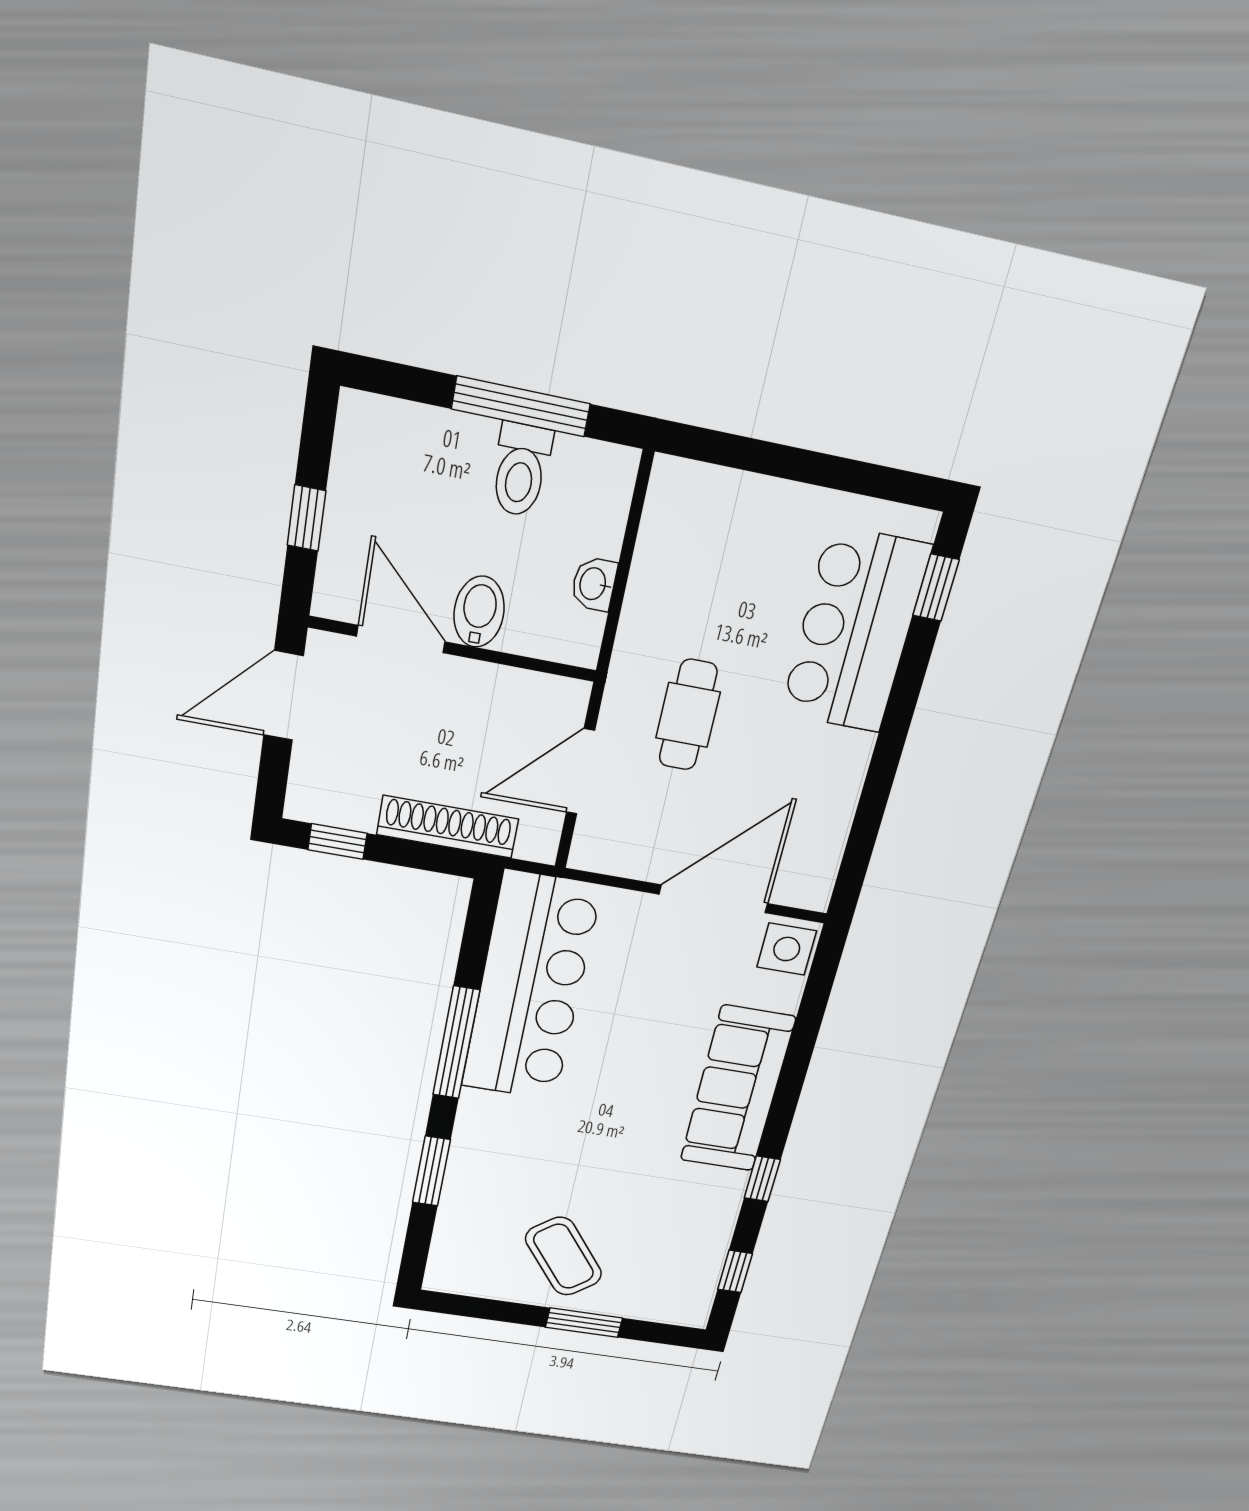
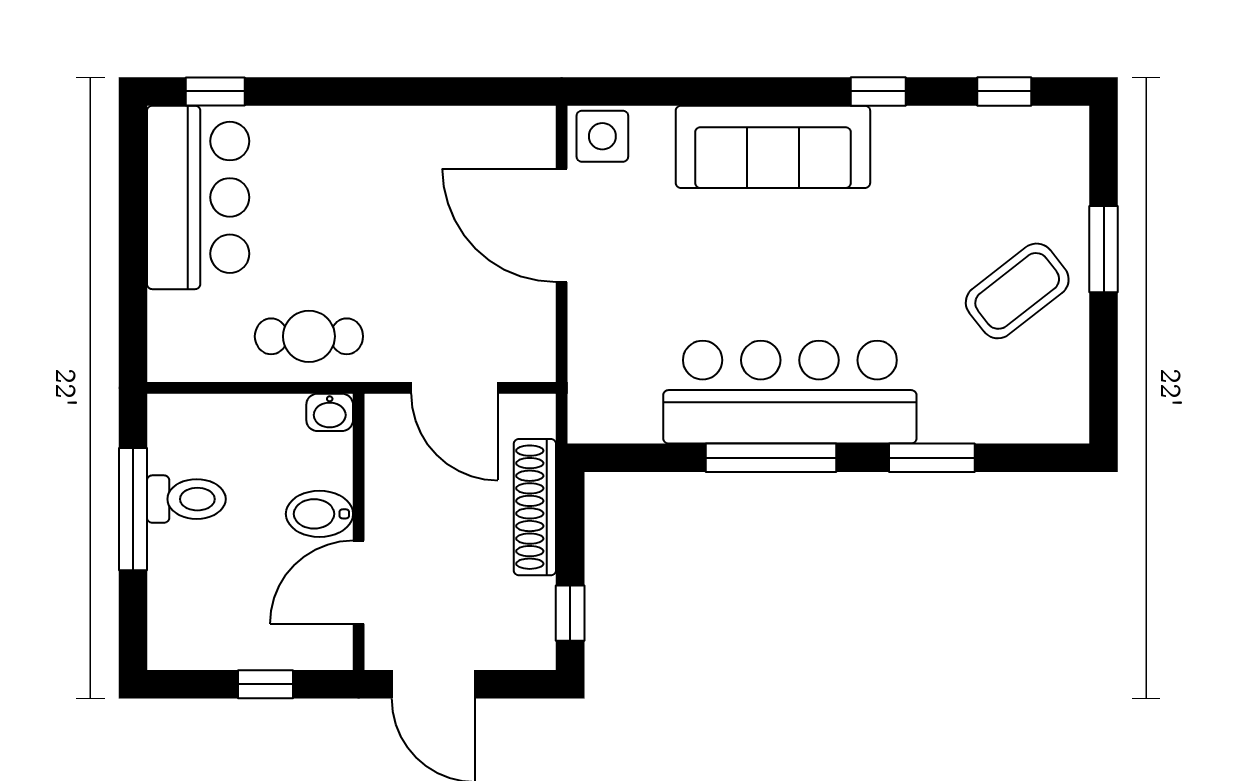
washbasin: (594, 584) -> (330, 412), moved
bar counter: (855, 631) -> (198, 197), moved, turned -90
cafe table: (688, 715) -> (309, 336), moved
bar counter: (530, 988) -> (790, 392), moved

